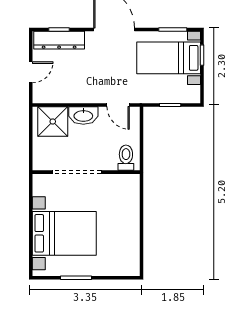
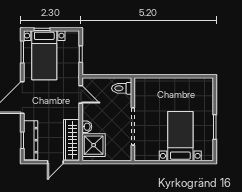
door: (31, 72) -> (55, 162), swing flipped
wardrobe: (60, 93) -> (72, 140), added
door: (118, 105) -> (81, 94), hinge flipped
washbasin: (83, 115) -> (87, 127), width x0.52, depth x0.69
bed with nightstands: (64, 233) -> (180, 136), width x0.73

